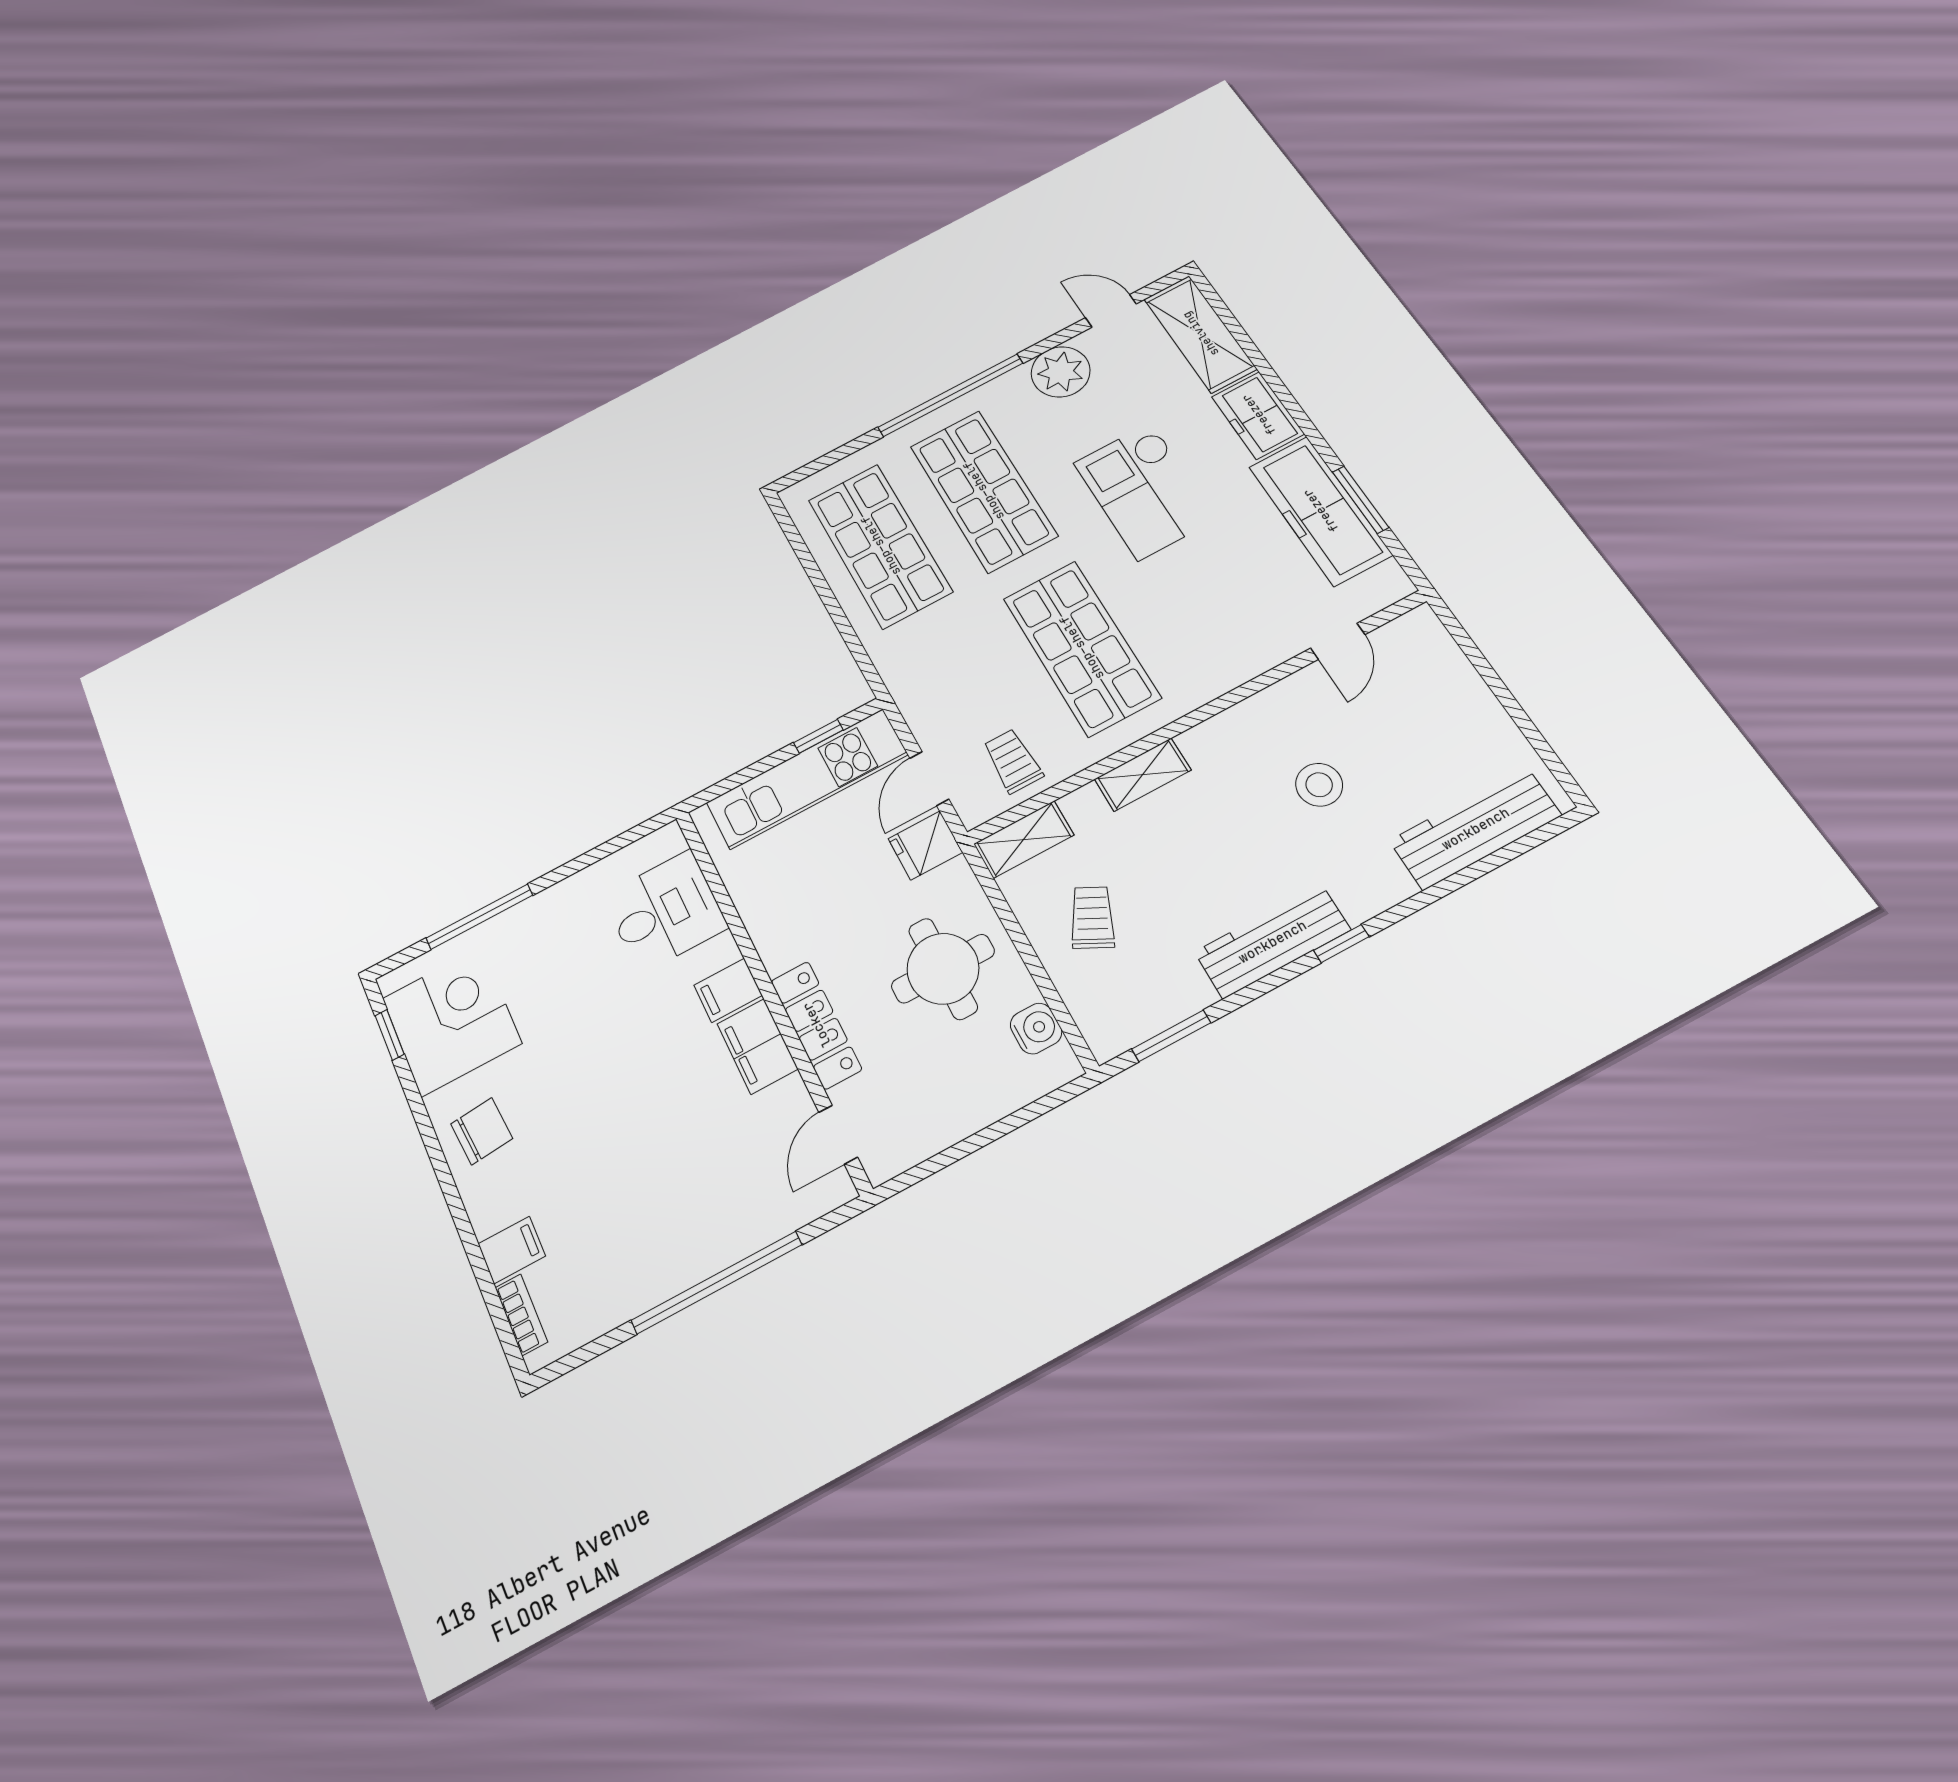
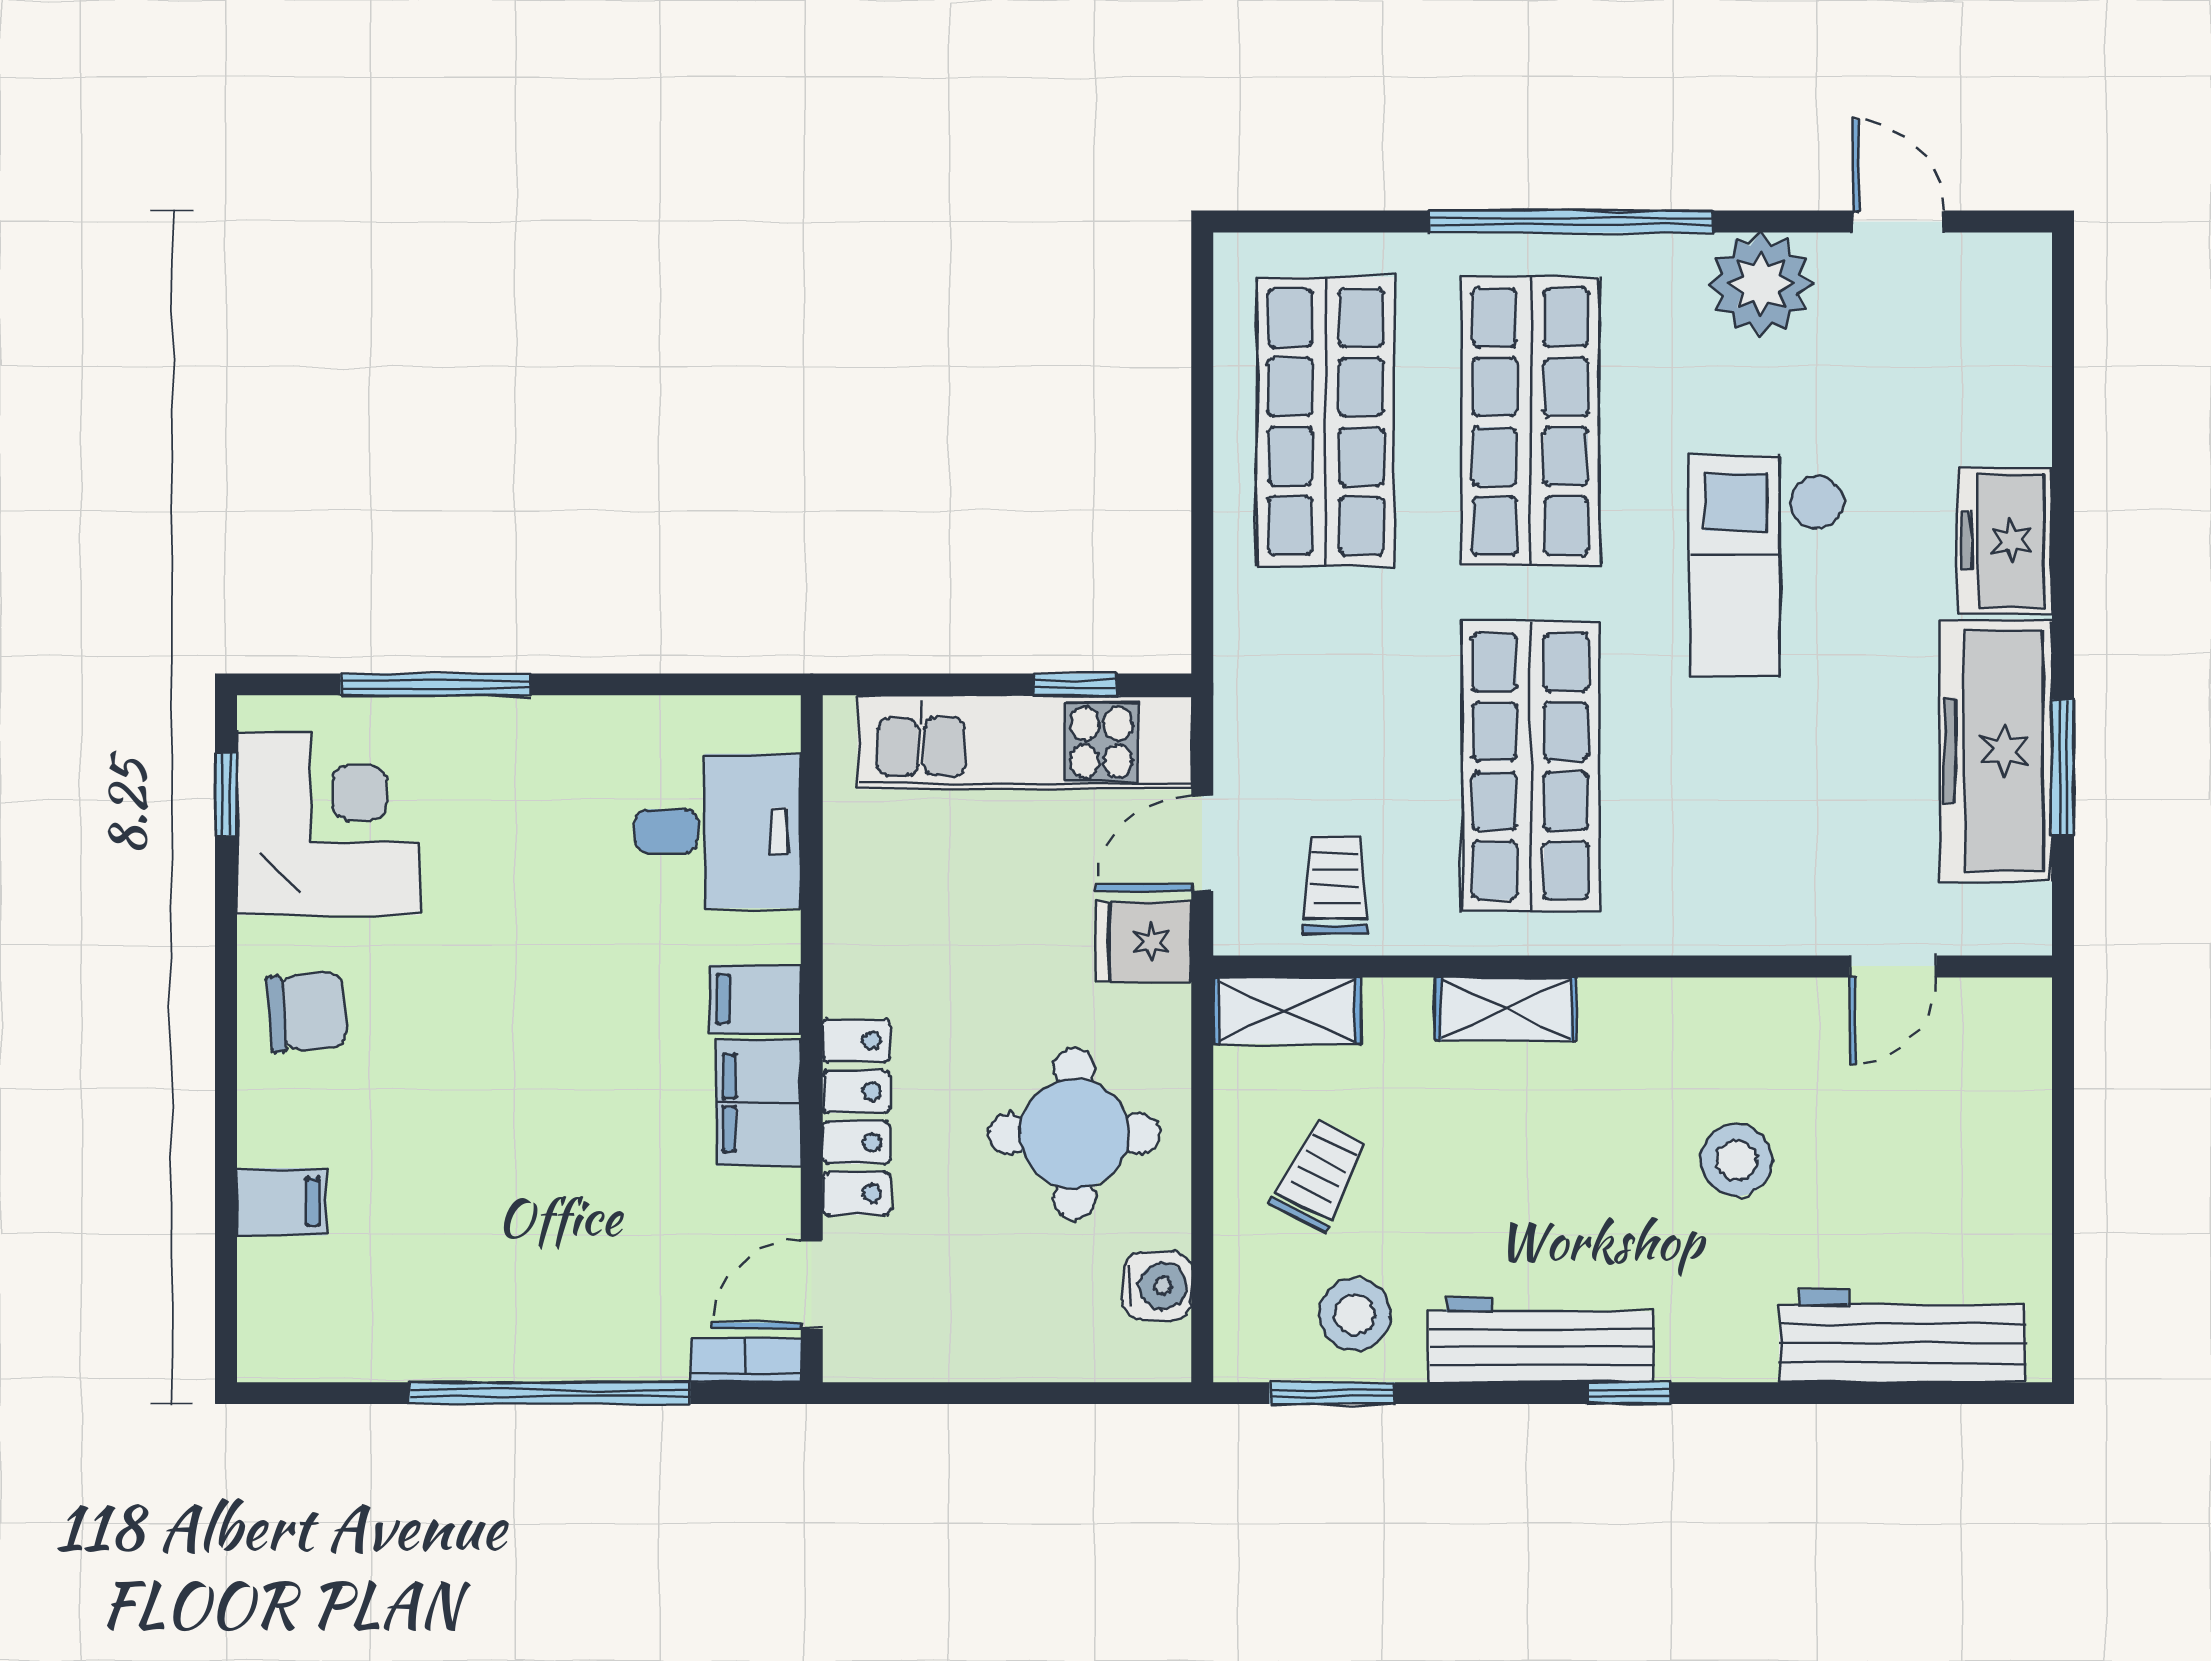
shelving: (1200, 334) -> (2006, 347), removed
stool: (1158, 984) -> (1355, 1314), added
bookcase: (521, 1315) -> (746, 1360), moved, turned -90

